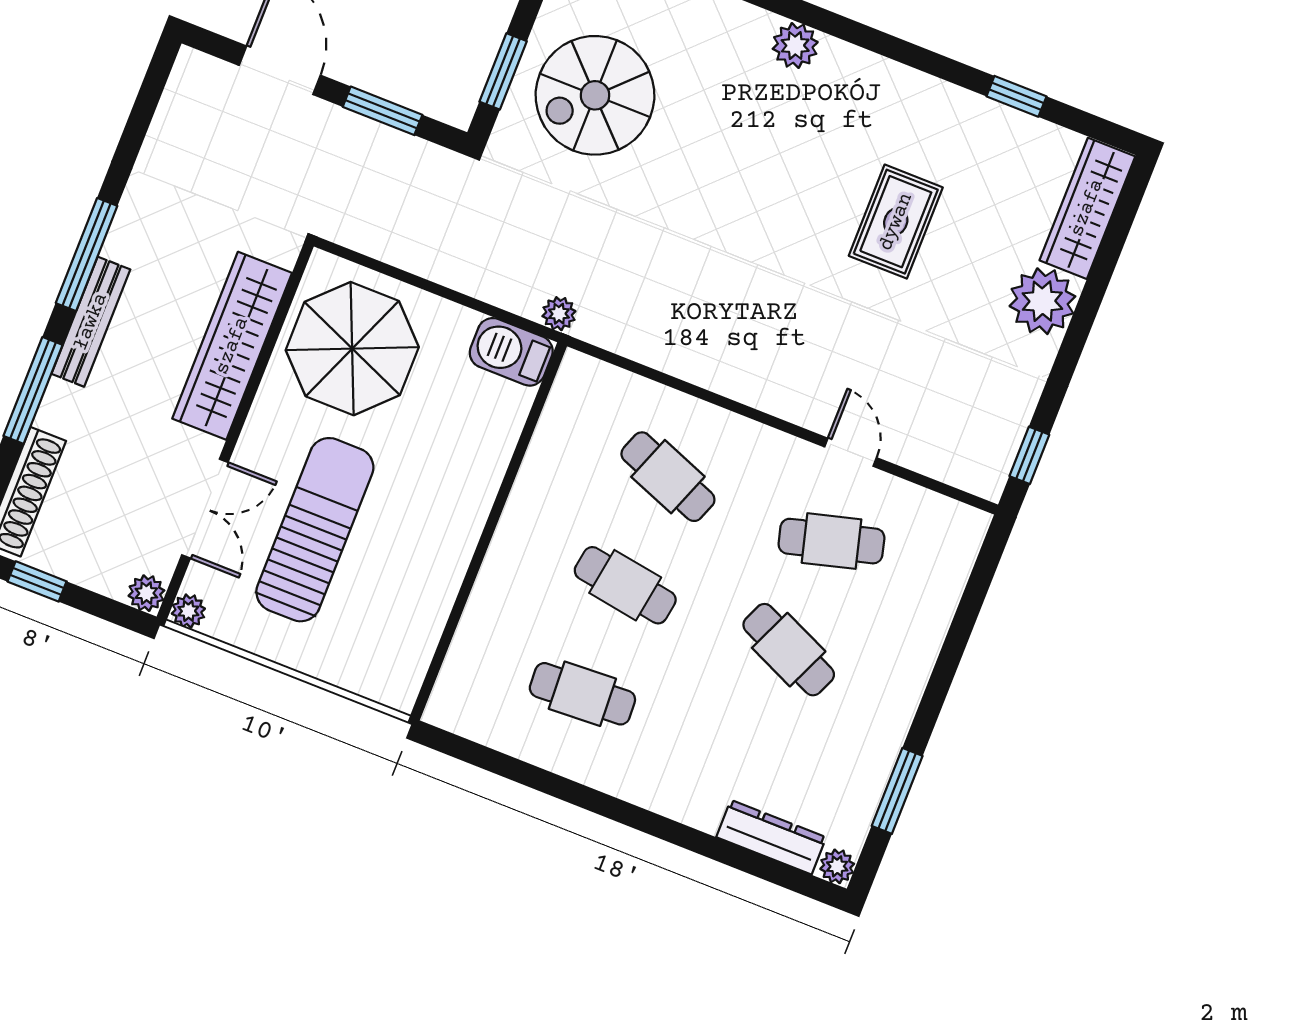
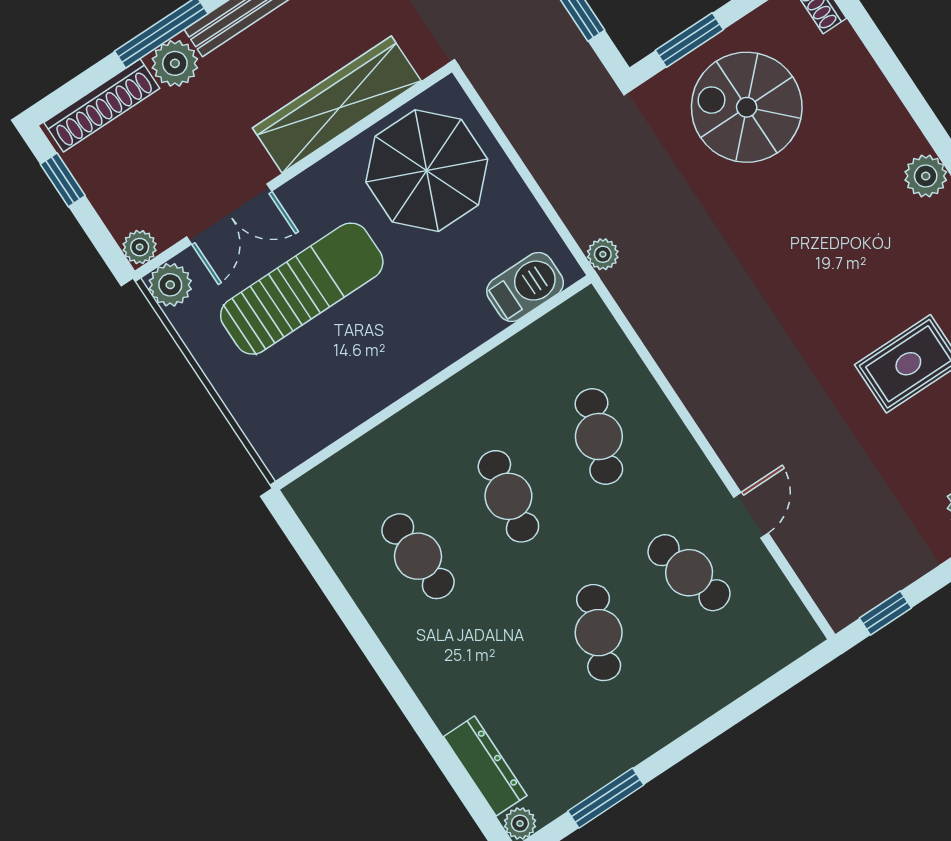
barbecue: (511, 352) -> (525, 287), moved, turned 90
plant: (64, 409) -> (175, 63), added
plant: (188, 611) -> (170, 285), width x1.38, depth x1.38

